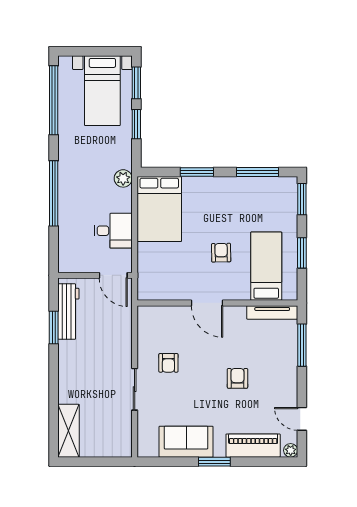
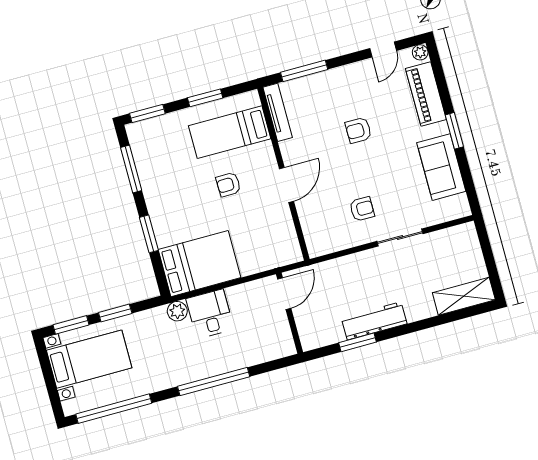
desk: (113, 231) -> (210, 314), moved
workbench: (68, 312) -> (374, 321), moved

